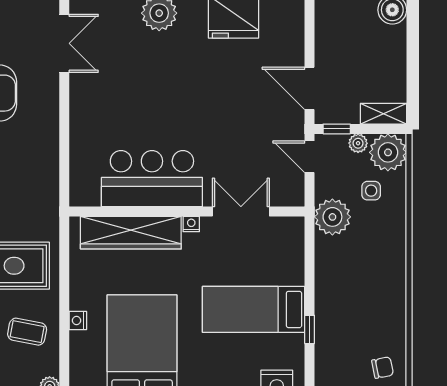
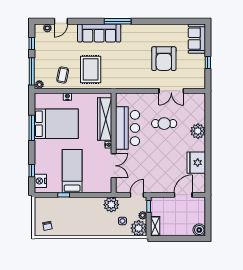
double door: (64, 43) -> (171, 91), moved
door: (310, 88) -> (183, 195), moved
cafe table: (141, 92) -> (164, 124), added

